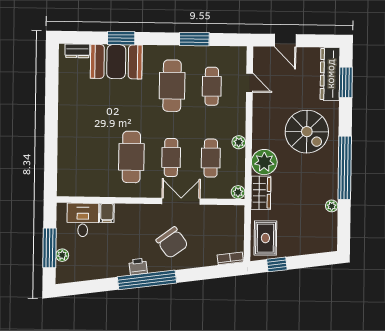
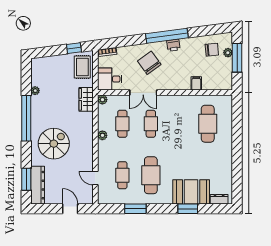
spiral stairs: (307, 132) -> (54, 144), turned 90
cafe table: (131, 157) -> (208, 124), moved
plant: (264, 162) -> (84, 121), removed
desk: (83, 220) -> (110, 79), moved, turned 90
chair: (85, 260) -> (212, 50), added

